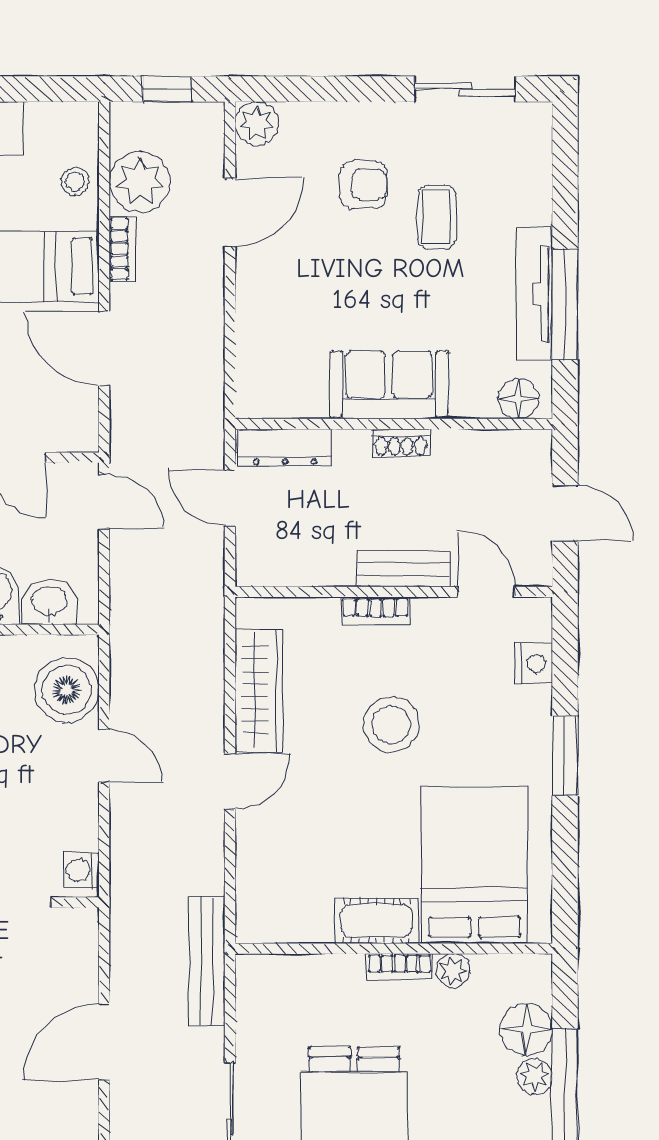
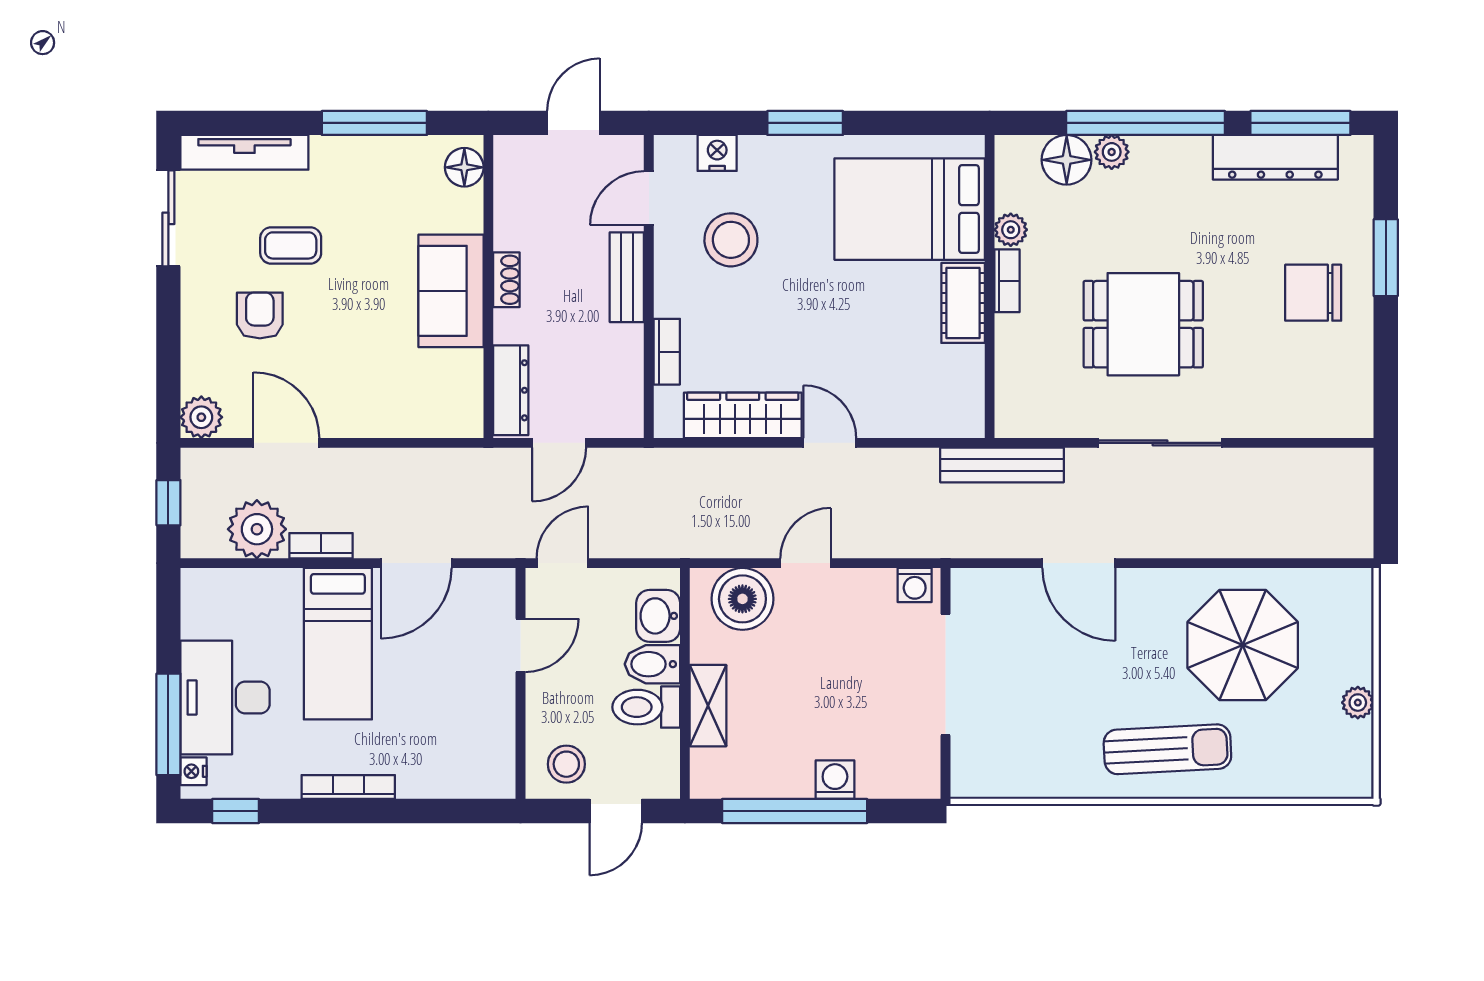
stool: (75, 182) -> (257, 591), removed
tv unit: (534, 294) -> (244, 152), moved
bookcase: (376, 611) -> (667, 352), moved
stool: (391, 724) -> (731, 240), moved

